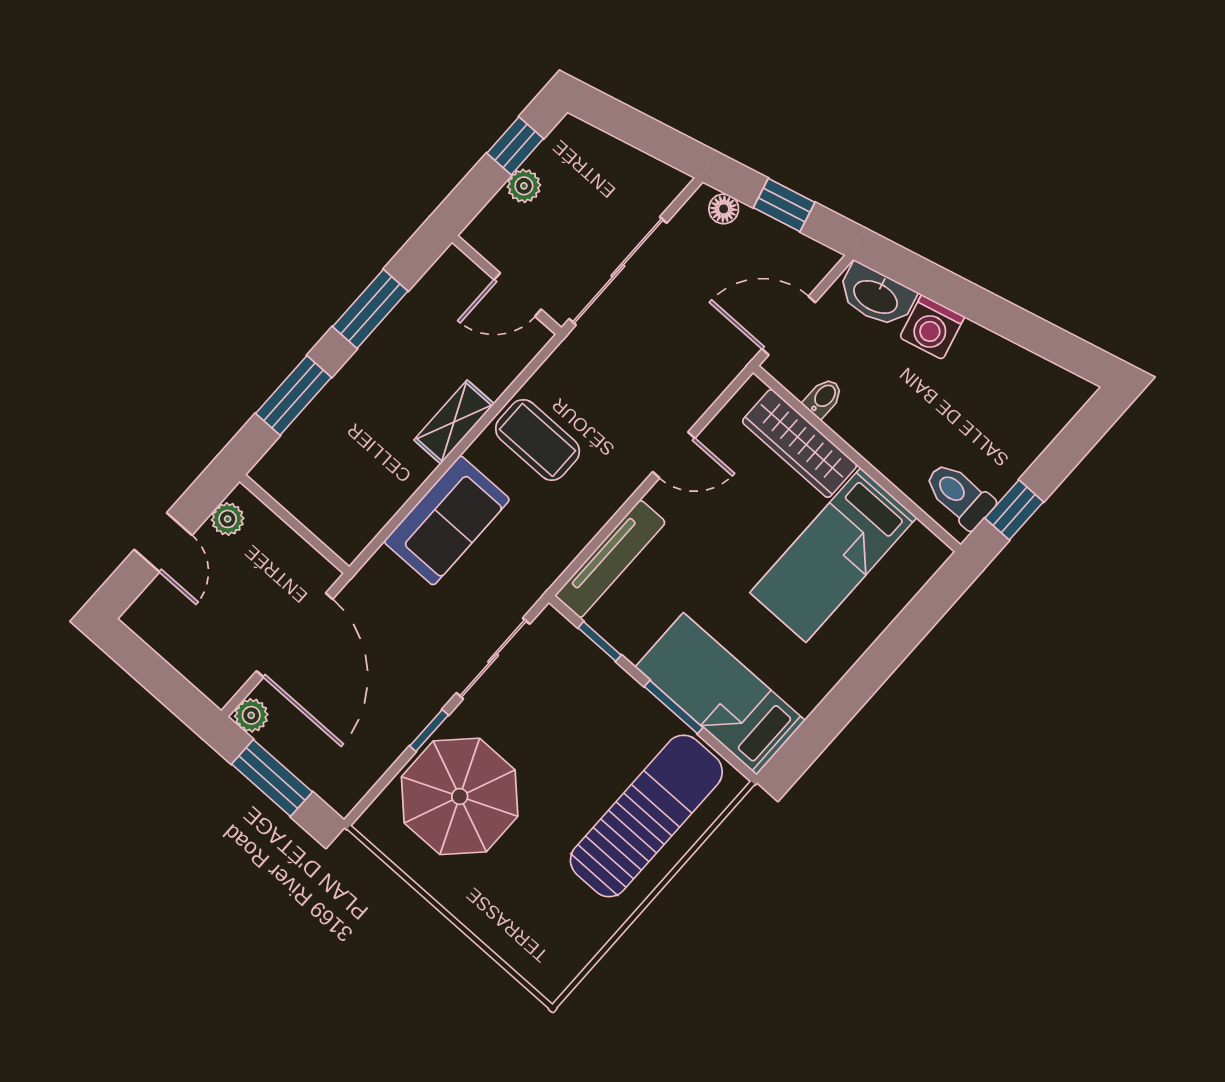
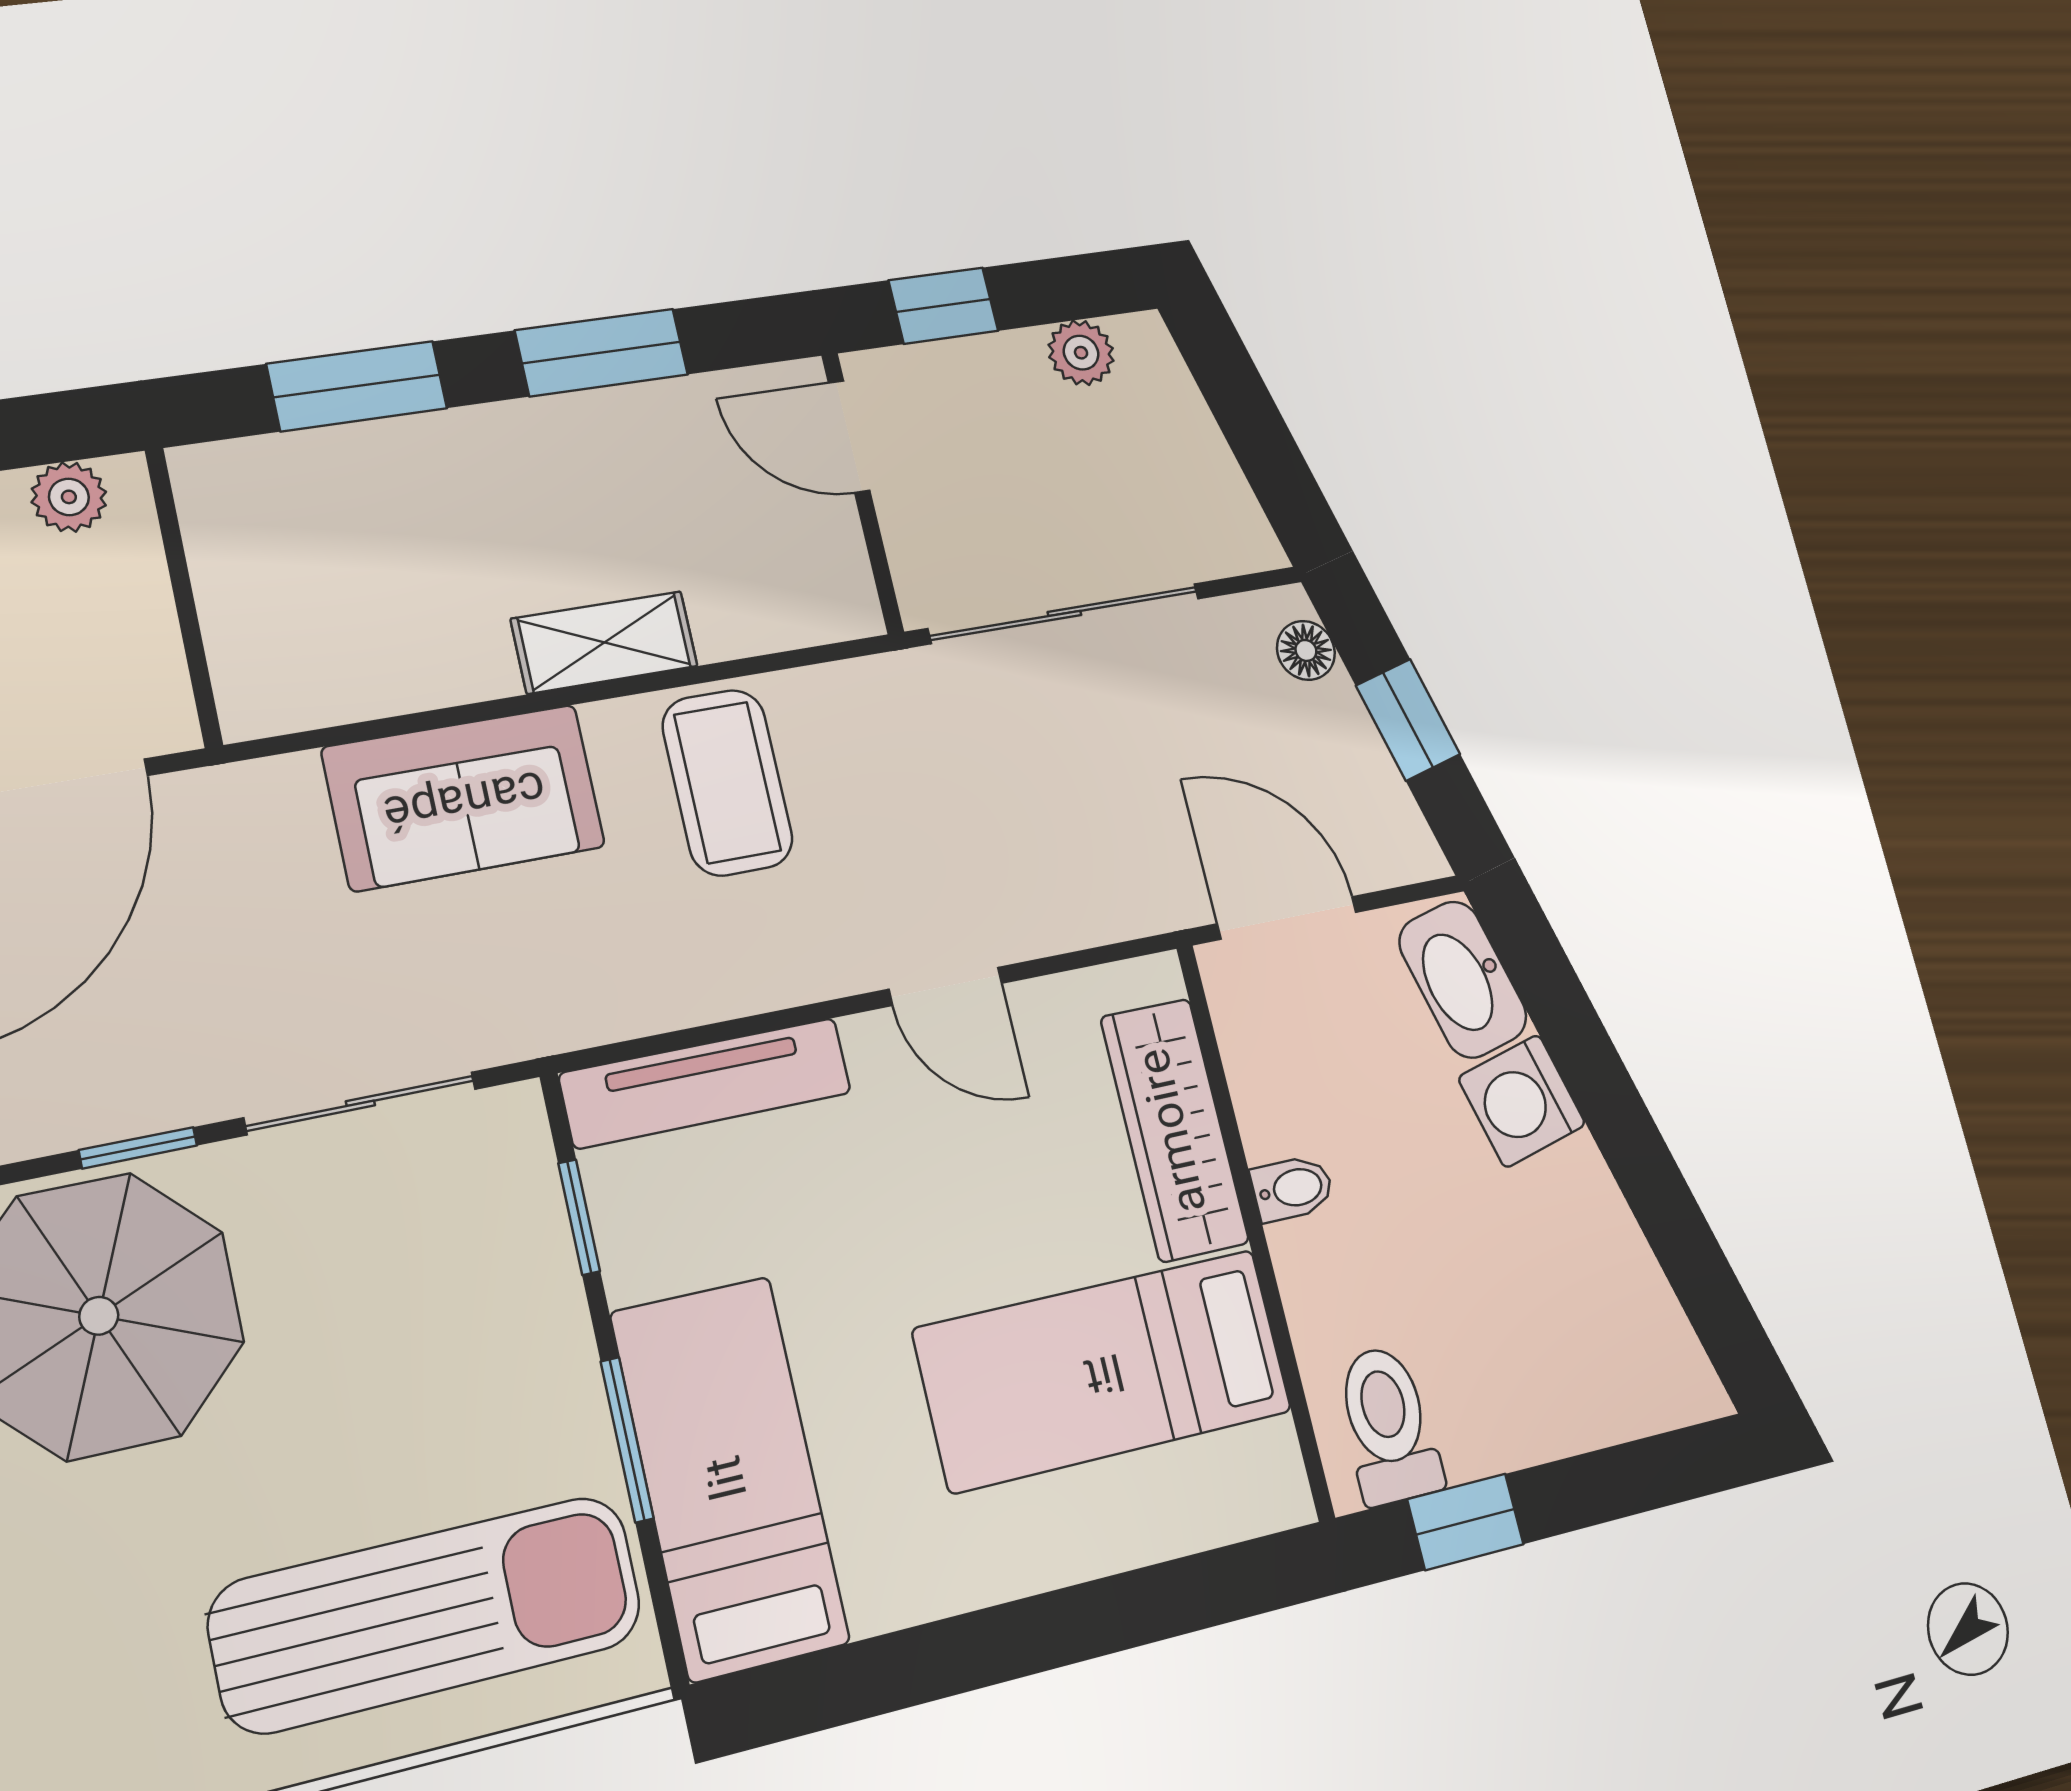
window: (515, 146) -> (943, 306), moved
plant: (524, 186) -> (1081, 353), moved
door: (518, 295) -> (849, 437), moved
bidet: (823, 398) -> (1292, 1188), moved

